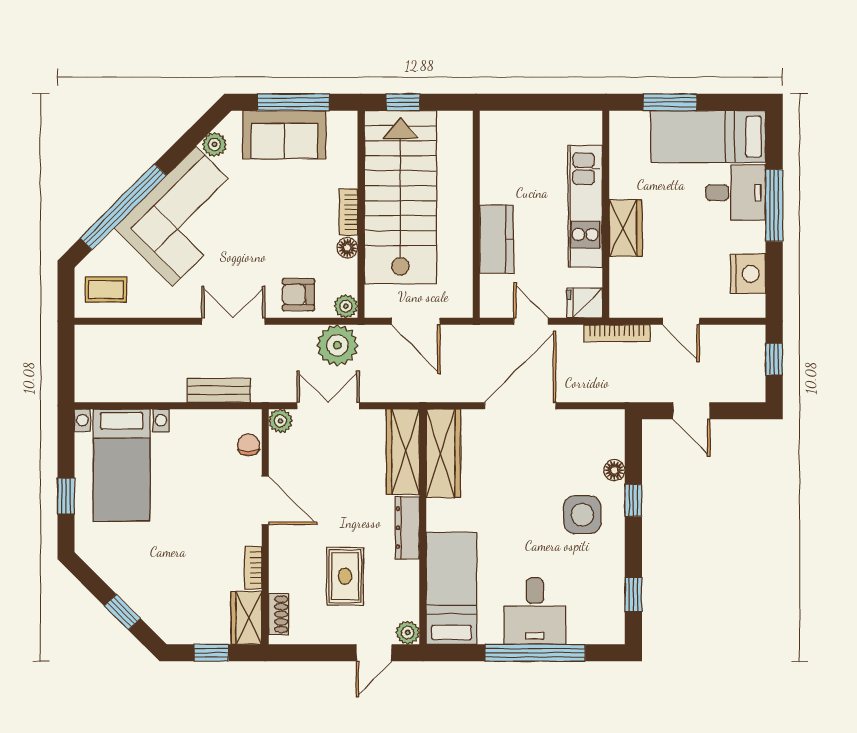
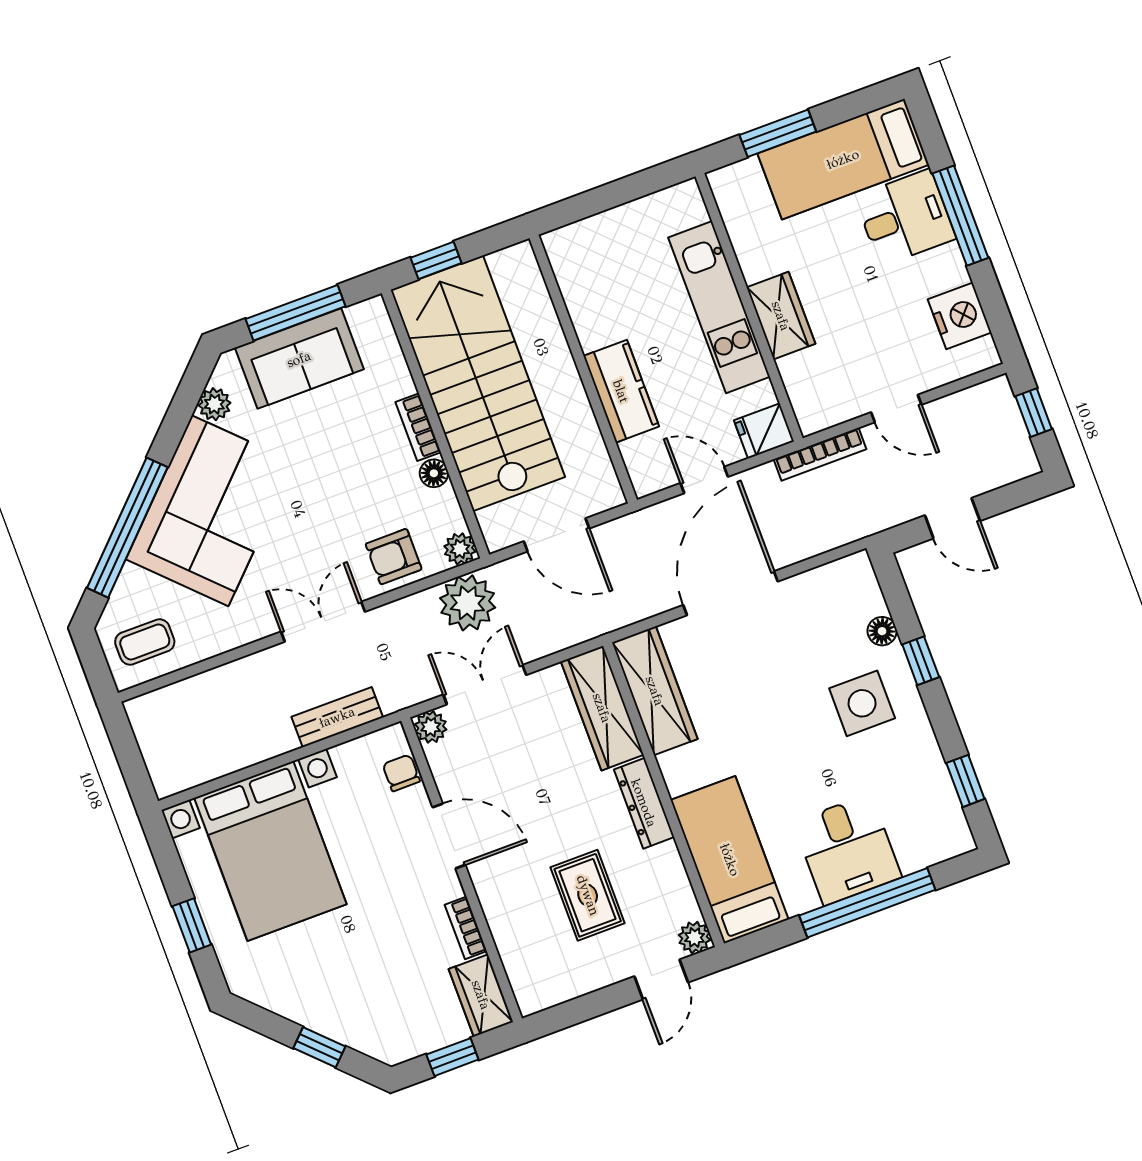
bed with nightstands: (122, 465) -> (270, 851), width x1.36
shoe rack: (279, 614) -> (521, 976), removed

